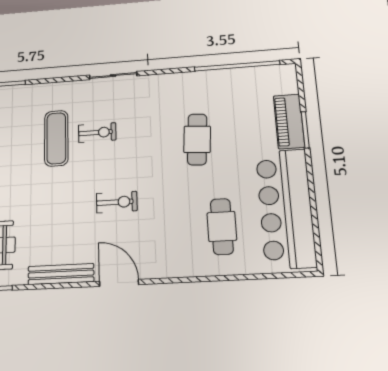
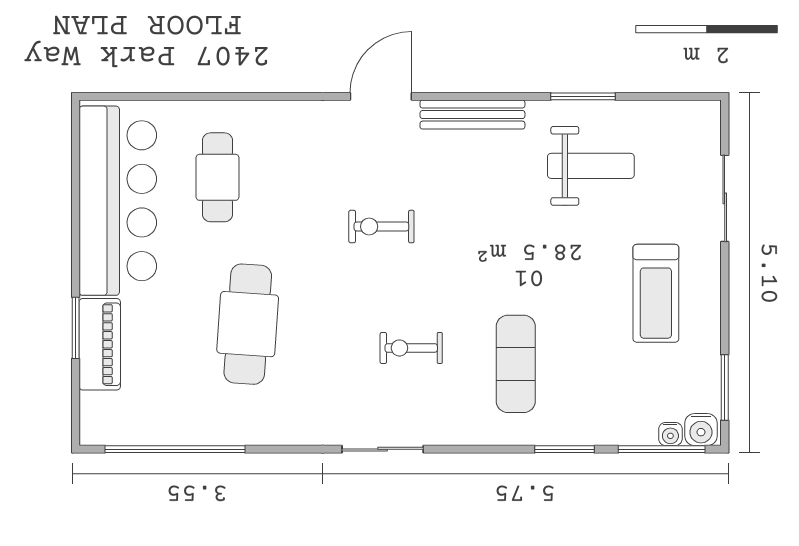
exercise mat: (56, 138) -> (516, 364), moved
cafe table: (197, 139) -> (248, 324), width x1.37, depth x1.35
door: (119, 283) -> (381, 96), swing flipped

